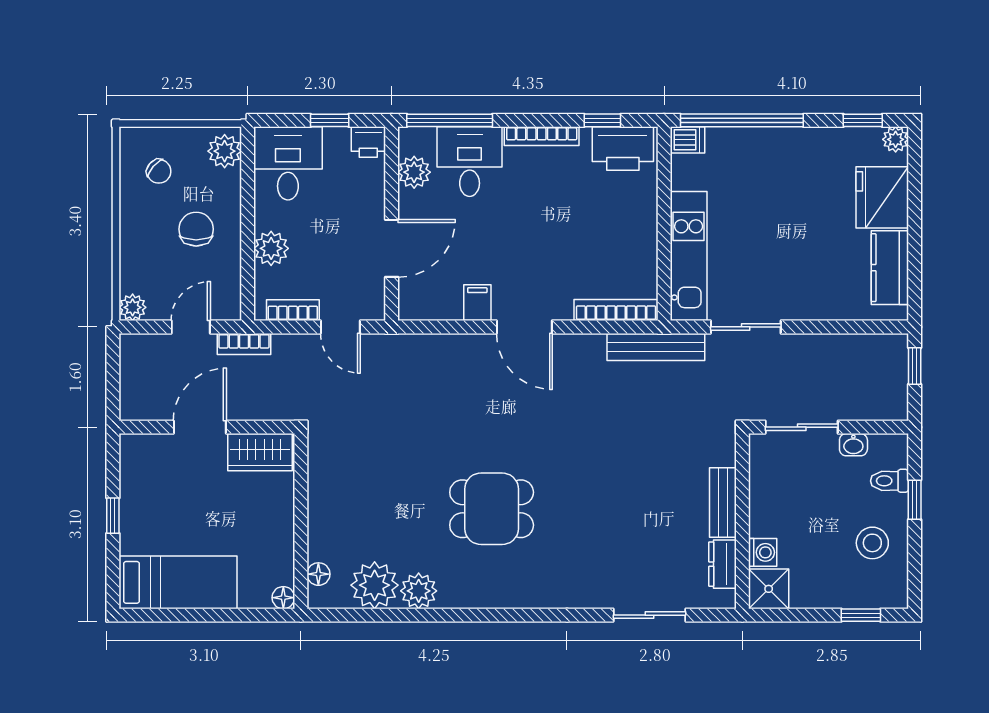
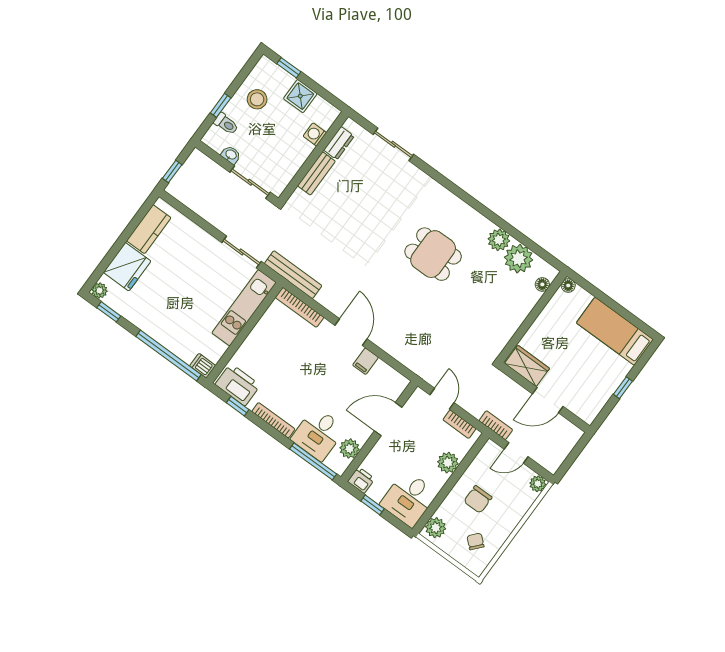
shower: (769, 589) -> (300, 96), moved

